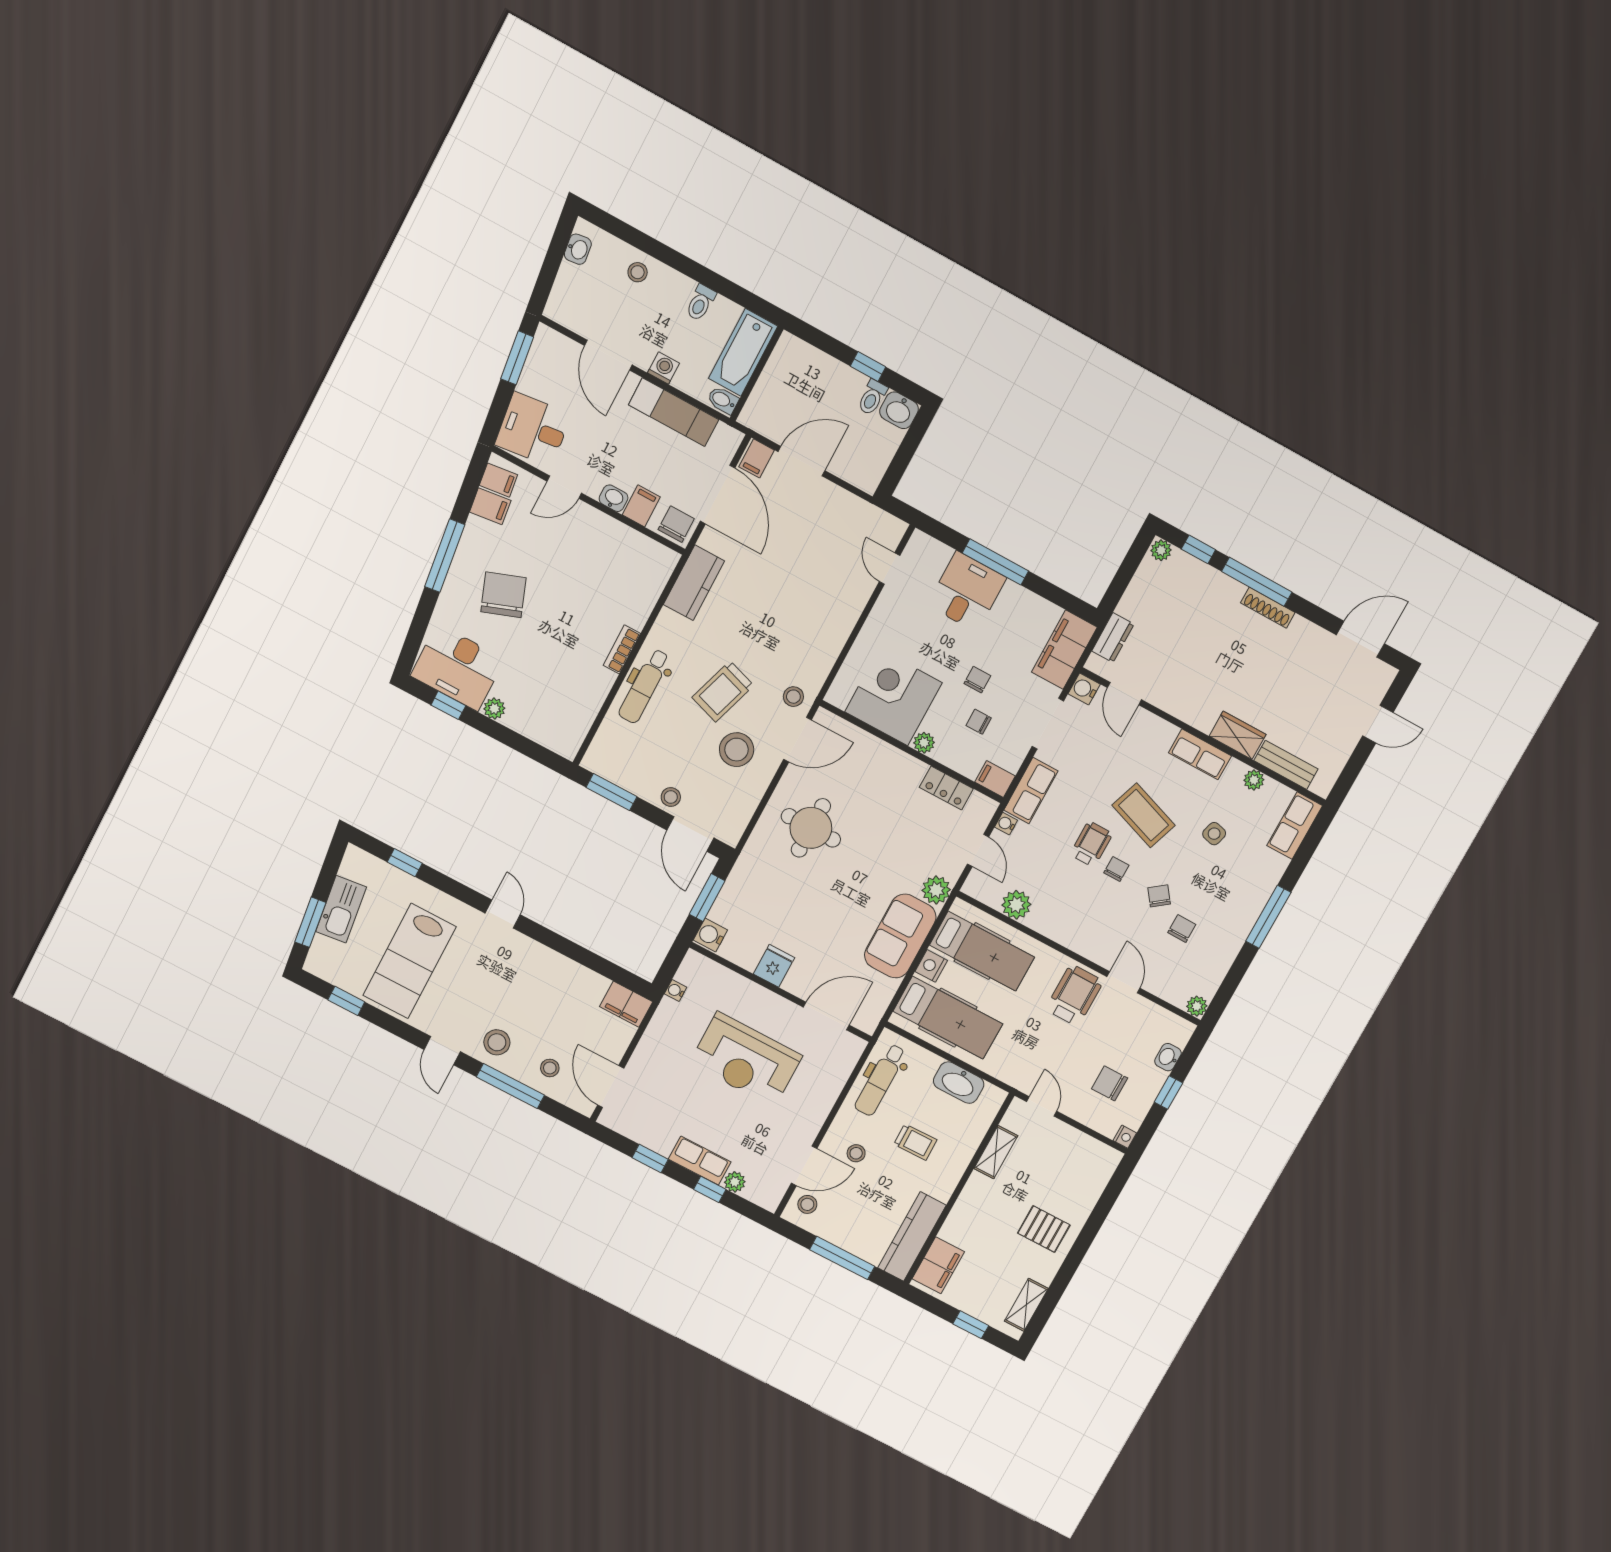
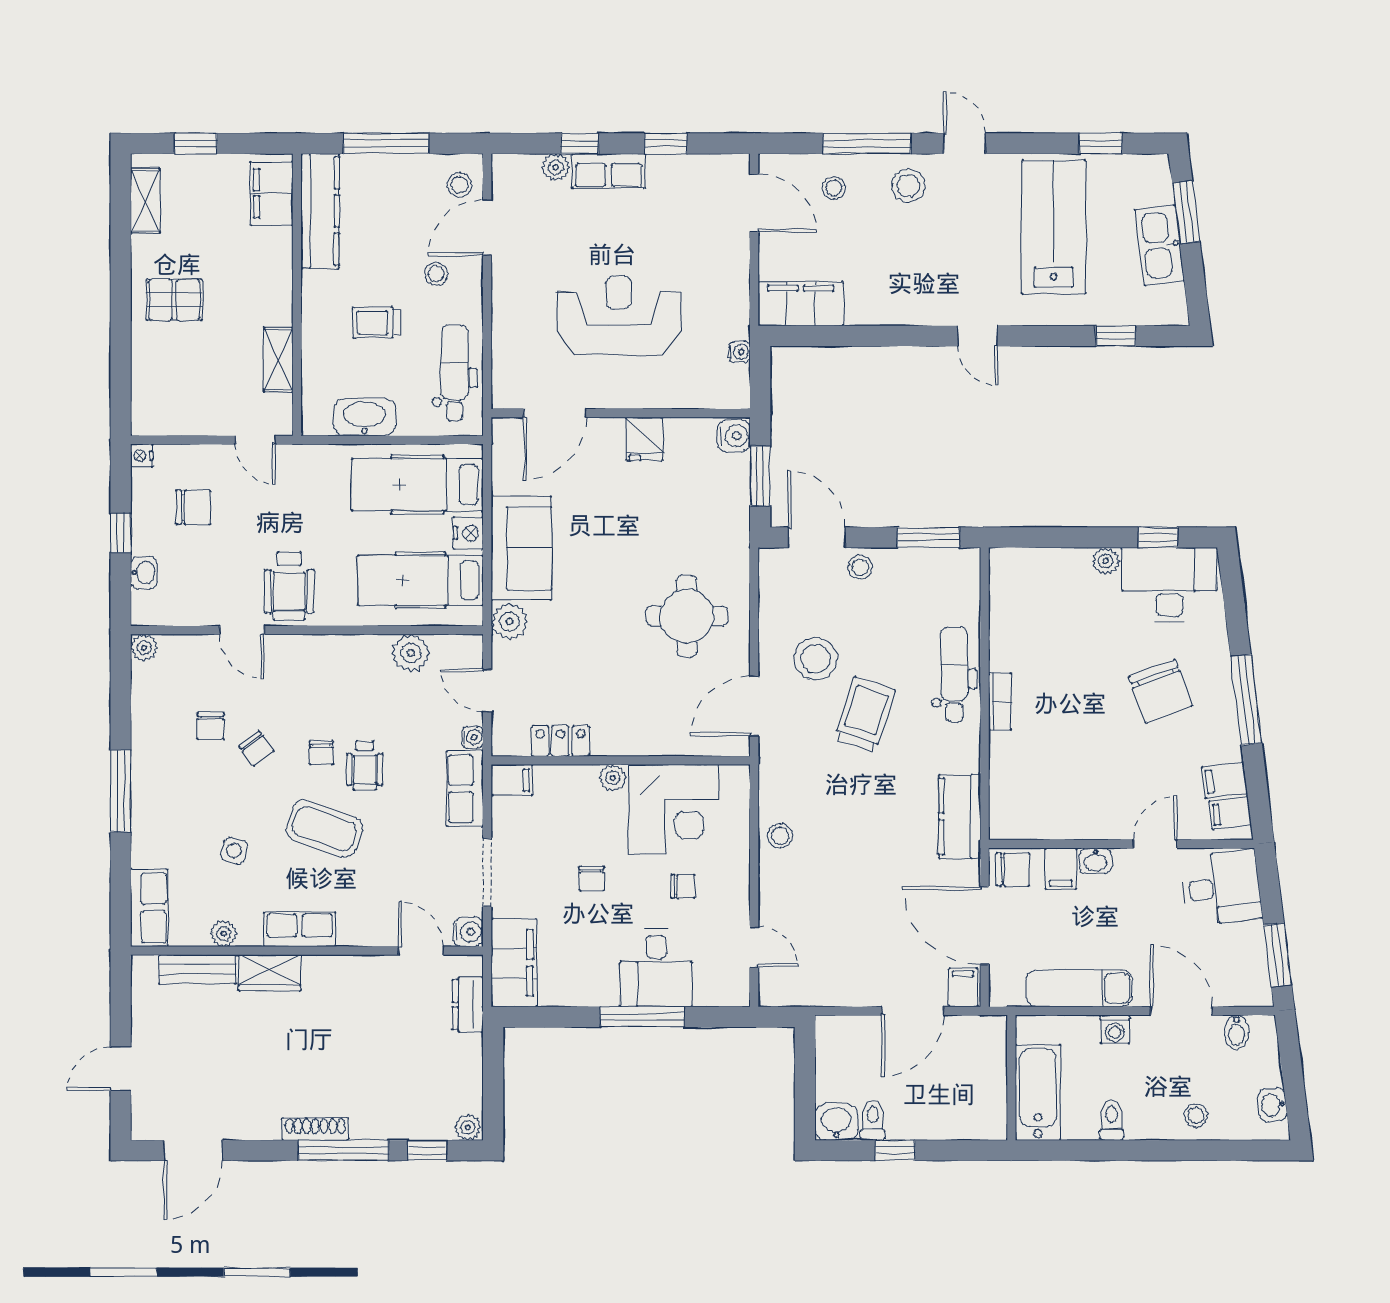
bidet: (723, 400) -> (1237, 1032), moved, turned 90
chair: (676, 524) -> (1013, 870), turned -90
stool: (793, 697) -> (780, 836), moved
chair: (979, 722) -> (683, 886), moved
filing cabinet: (626, 1004) -> (801, 304), width x1.50, depth x1.17

